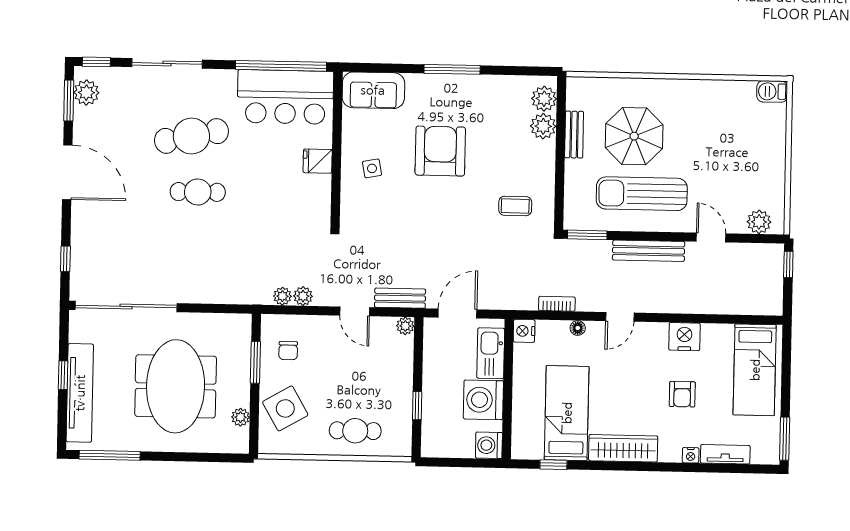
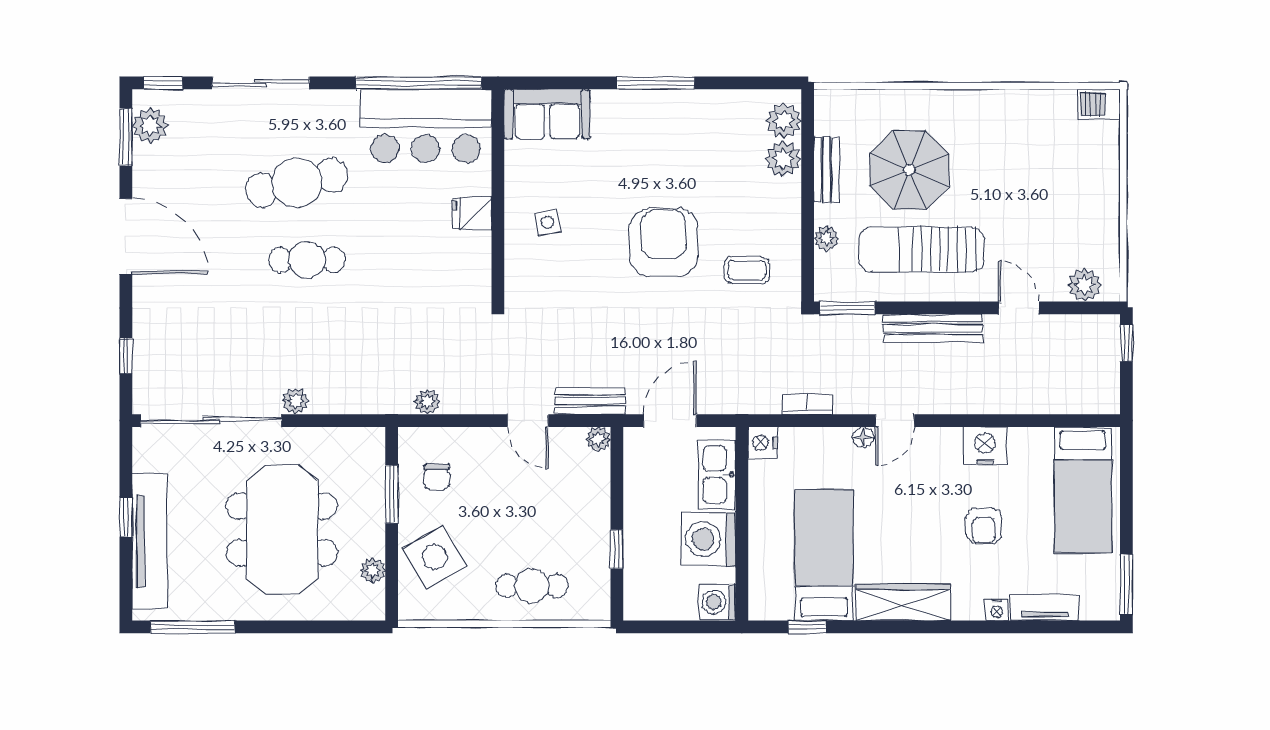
armchair: (440, 151) -> (664, 242), moved
plant: (573, 184) -> (826, 238), added
plant: (303, 296) -> (295, 401), moved
floor lamp: (578, 328) -> (863, 437), moved

